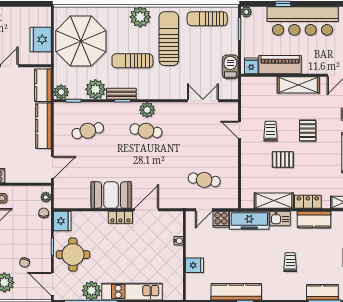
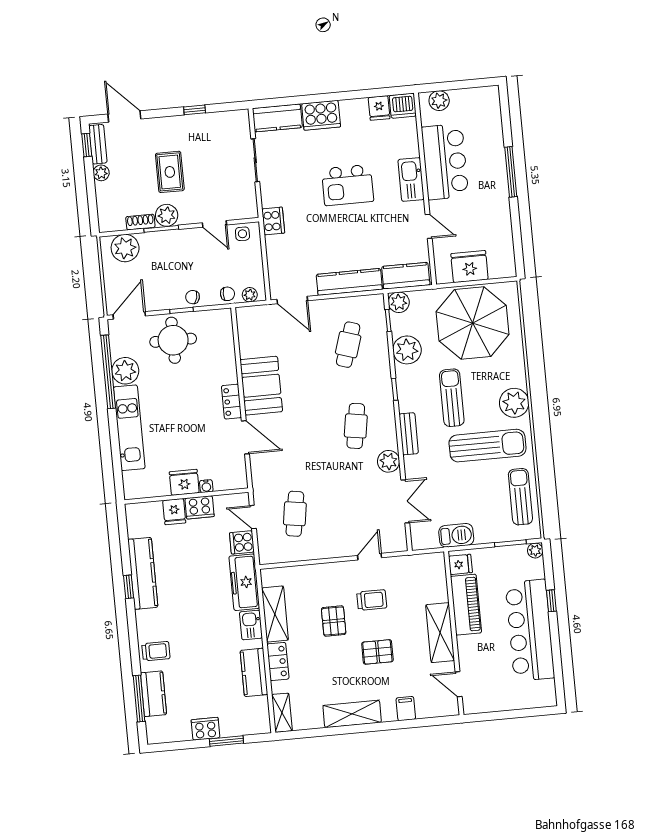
bench: (121, 94) -> (409, 434), moved
plant: (147, 110) -> (389, 461), moved
cafe table: (88, 131) -> (348, 345), turned 33
fridge: (62, 221) -> (184, 482), moved, turned 180
cooker: (193, 247) -> (200, 507), added
chair: (25, 262) -> (193, 297), moved
trolley: (290, 262) -> (156, 651), moved

